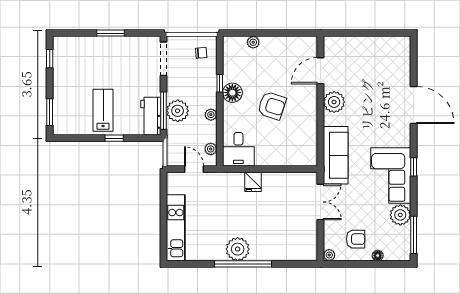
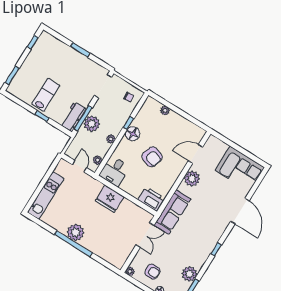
printer: (302, 155) -> (151, 199), added
corner sofa: (391, 176) -> (240, 169), moved, turned -90
fridge: (253, 182) -> (110, 199), width x1.88, depth x1.34

